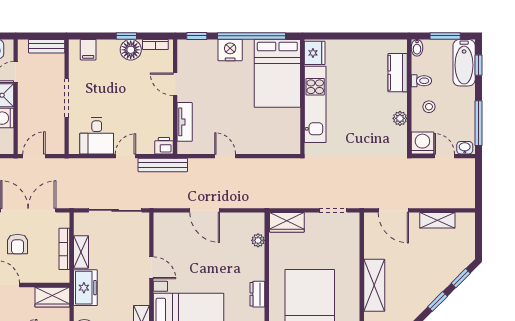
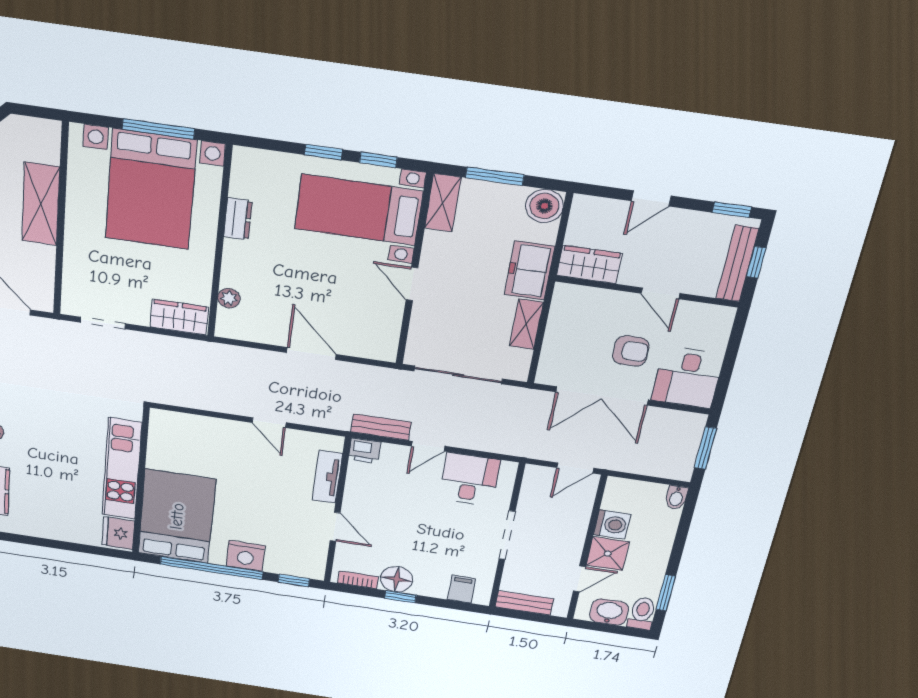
bench: (163, 165) -> (381, 427), width x0.73
armchair: (18, 244) -> (631, 351), turned 90
bookcase: (64, 249) -> (554, 333), removed

